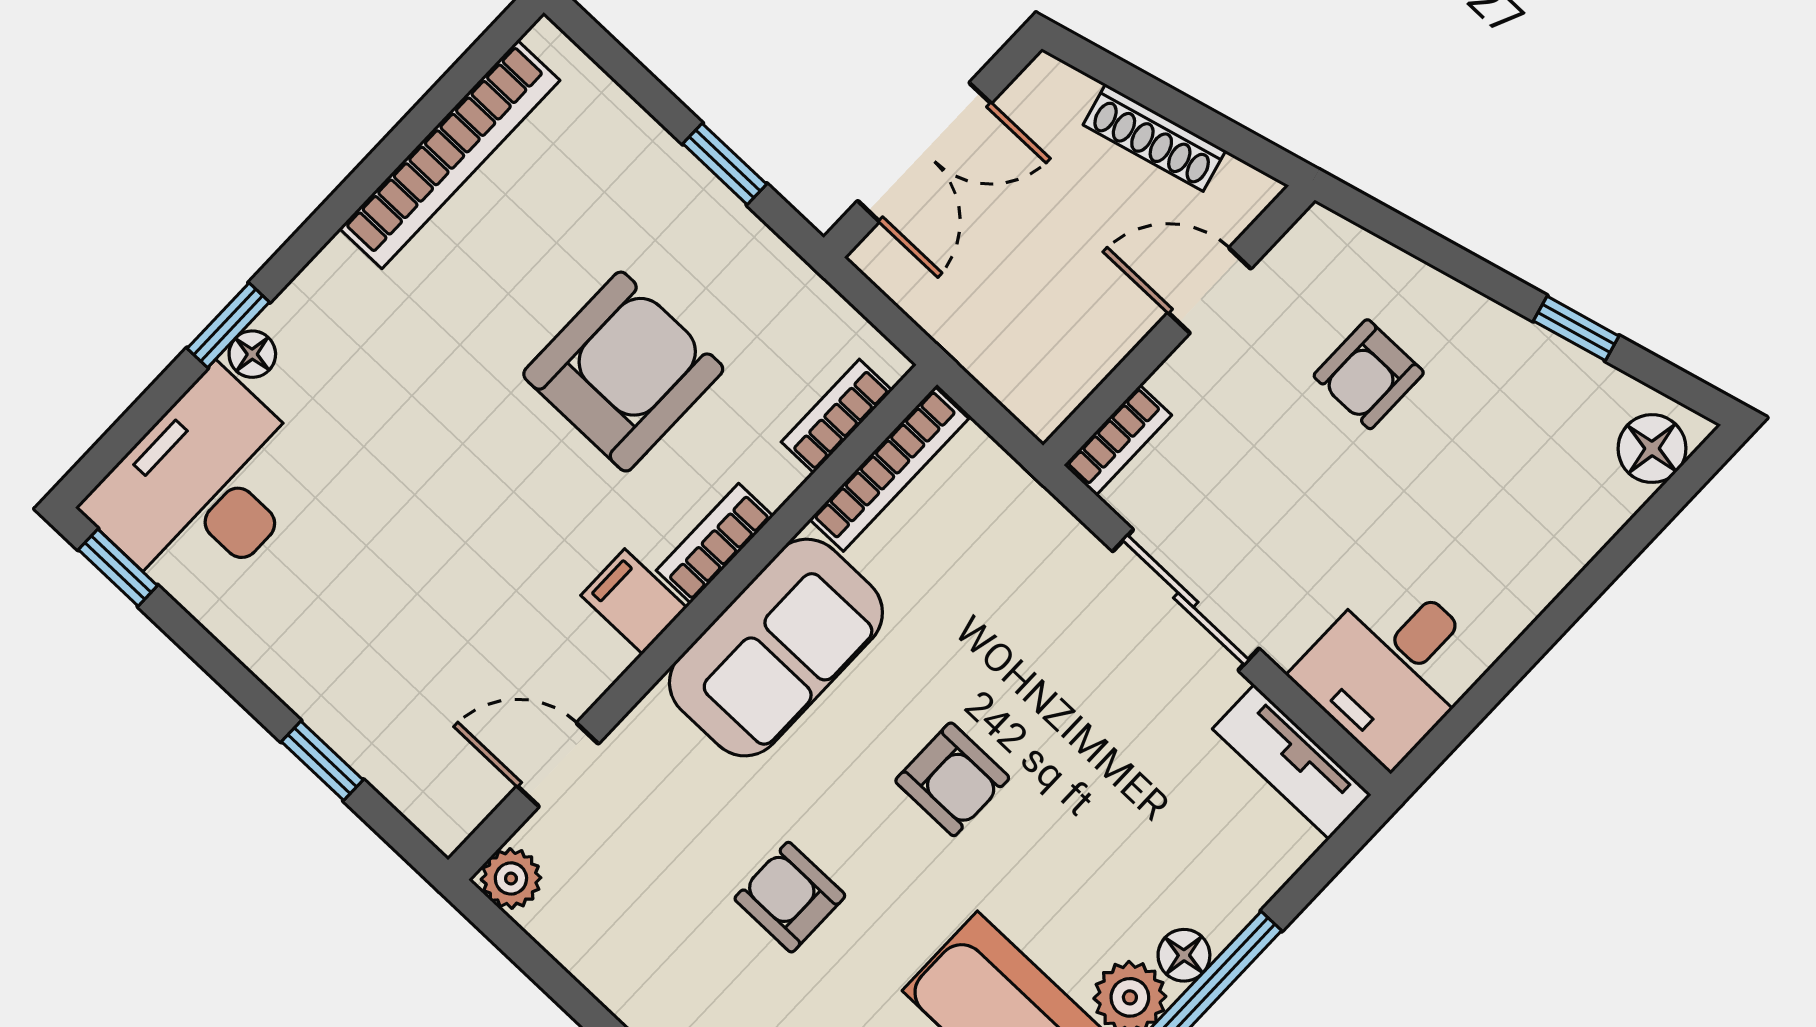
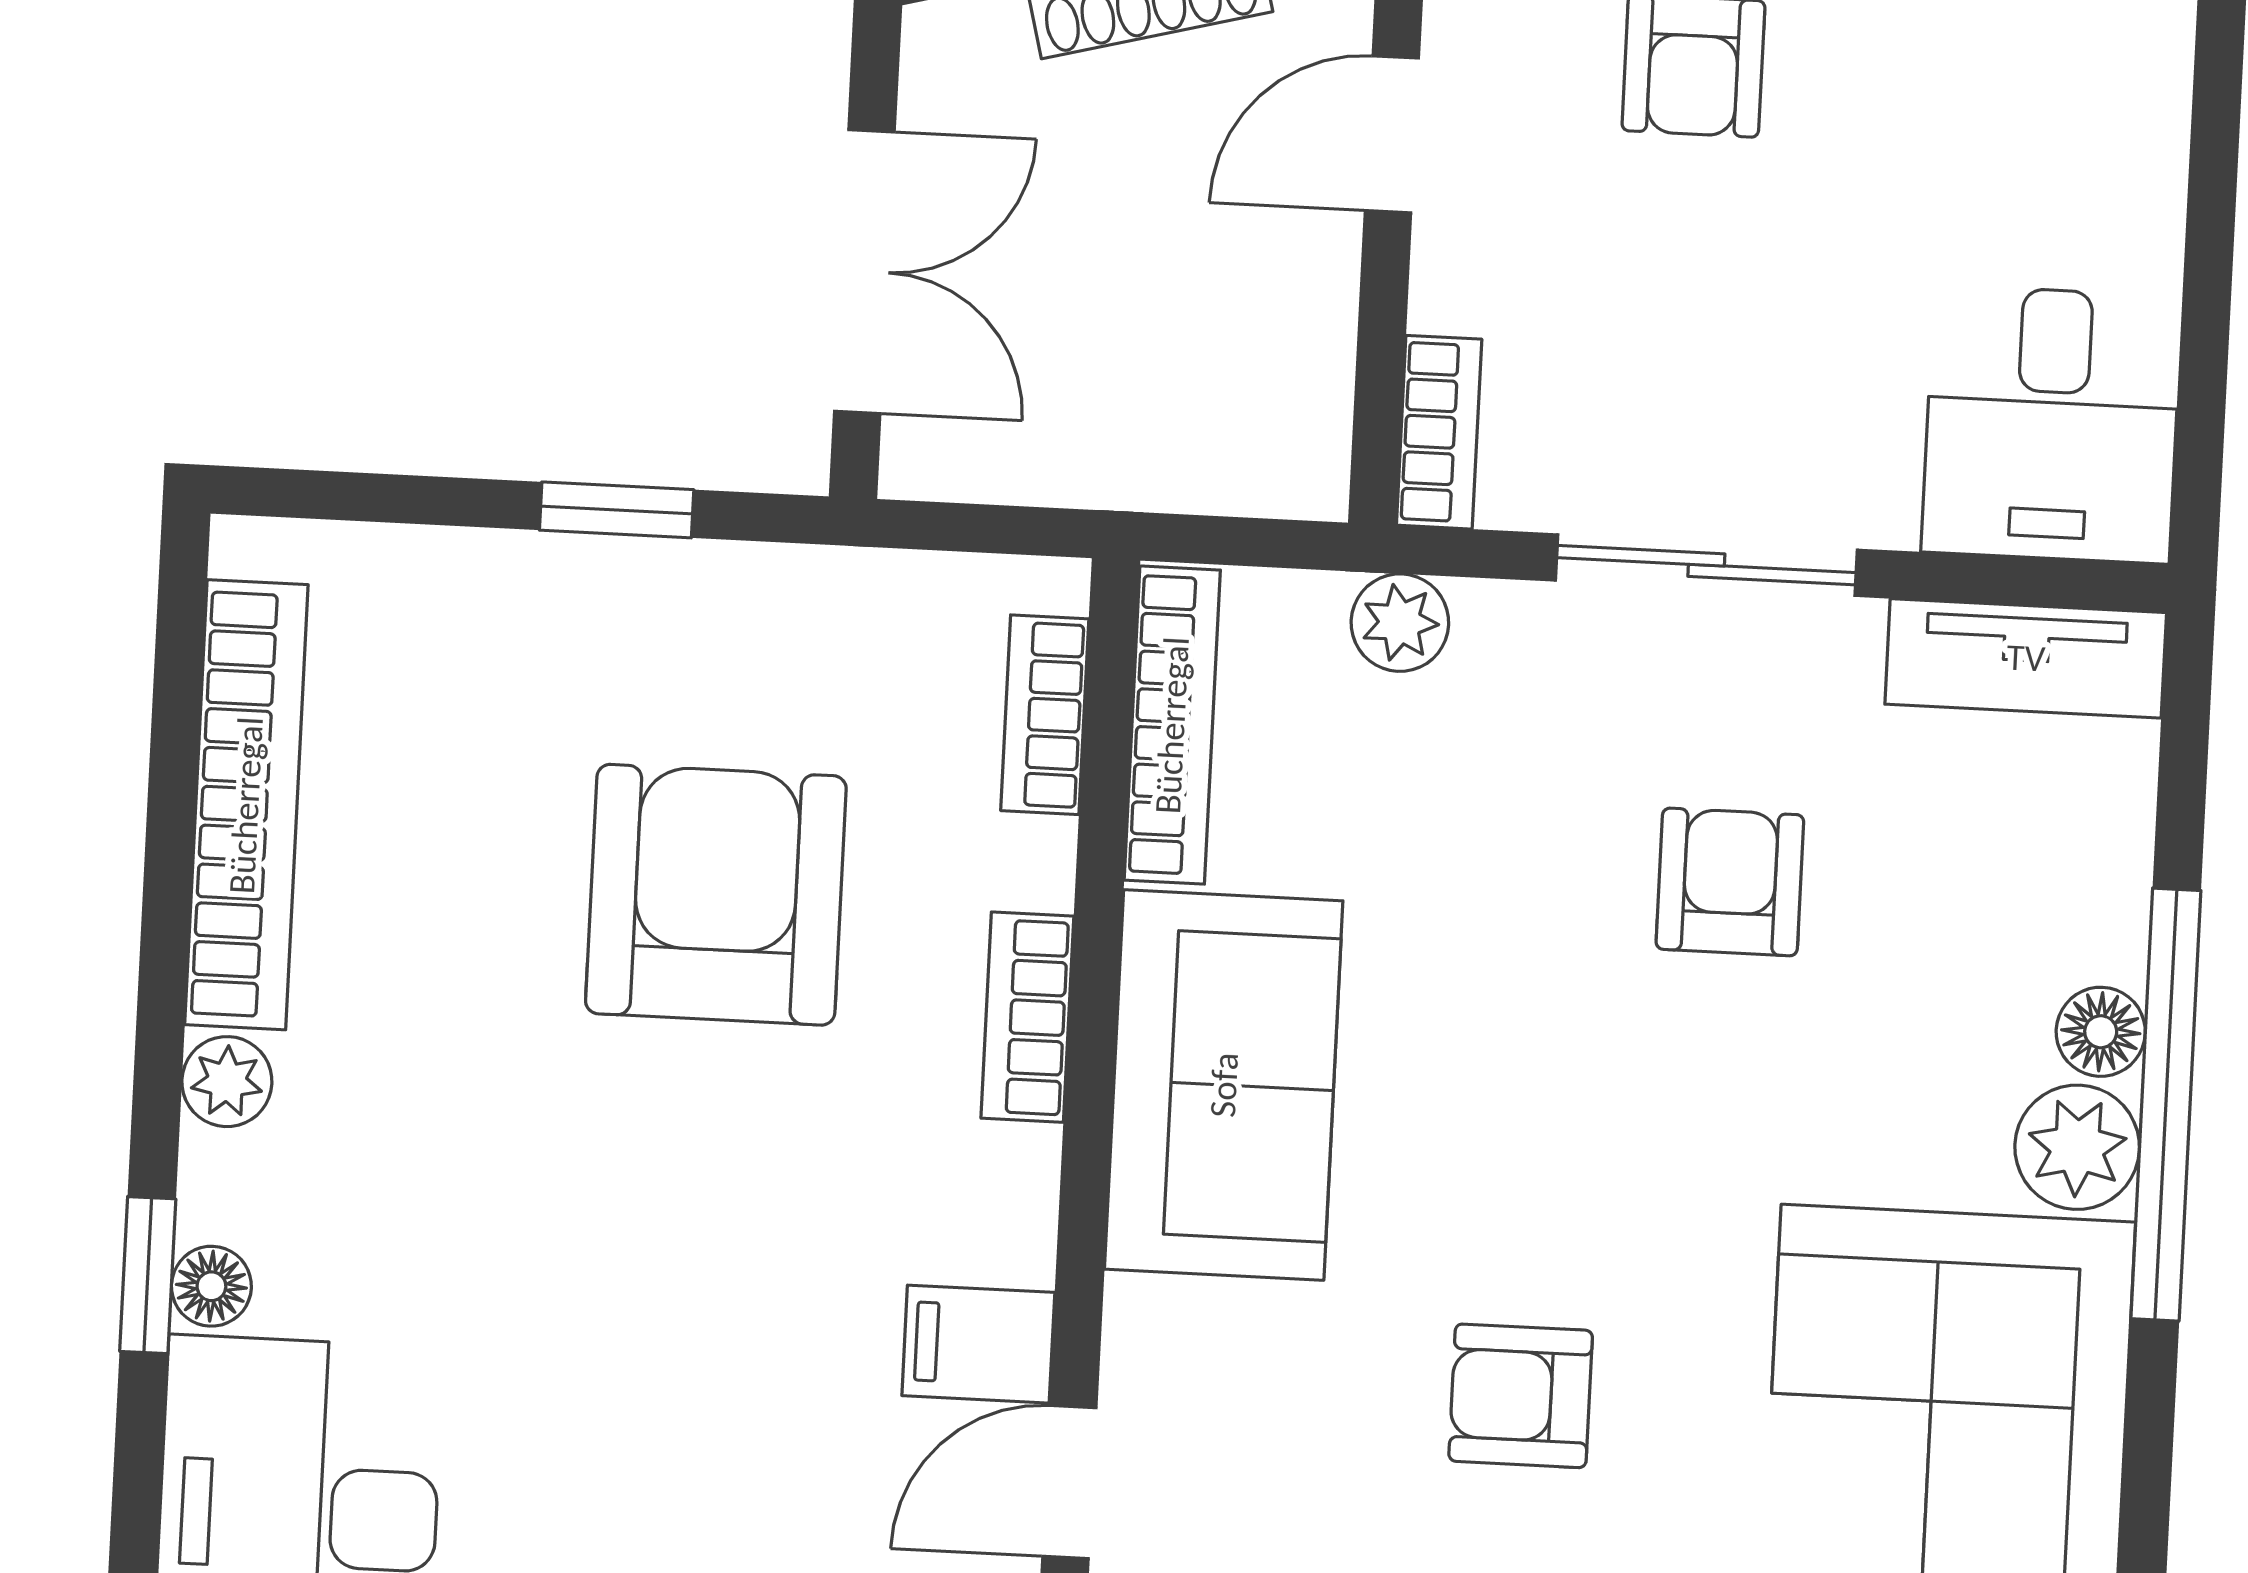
plant: (336, 269) -> (227, 1082), added
plant: (1029, 510) -> (1400, 623), added
filing cabinet: (634, 601) -> (978, 1344), moved
armchair: (952, 779) -> (1730, 882), moved, turned -90

